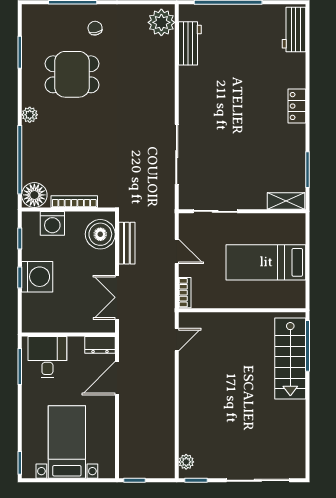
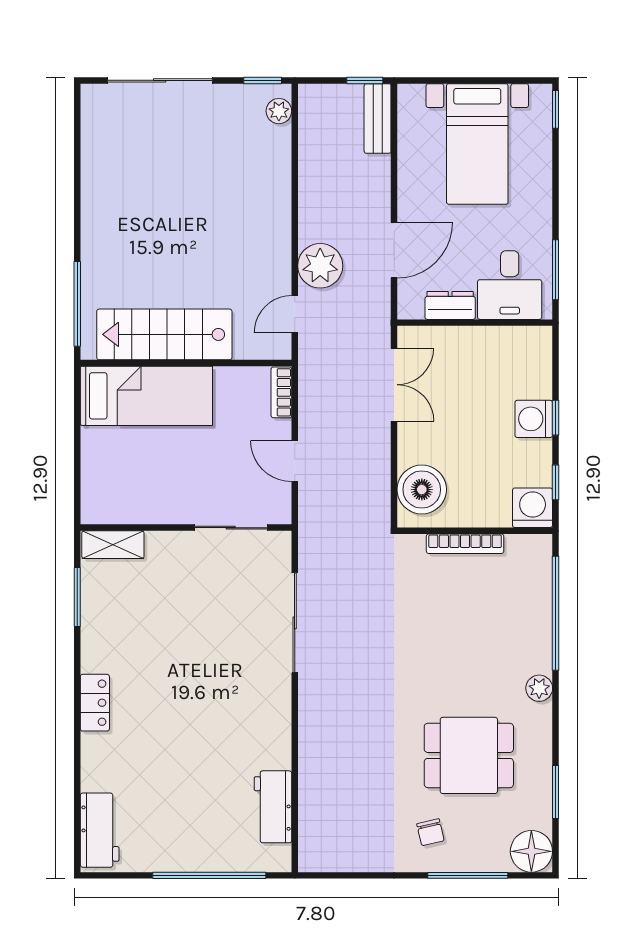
plant: (161, 22) -> (320, 266), moved
floor lamp: (34, 195) -> (531, 851), moved
washing machine: (52, 223) -> (533, 508), moved
bench: (127, 243) -> (378, 118), moved
bed: (266, 262) -> (146, 396), moved
washing machine: (37, 277) -> (534, 419), width x0.73, depth x0.73
dresser: (100, 345) -> (450, 305), moved
stairs: (290, 359) -> (164, 334), moved, turned -90

